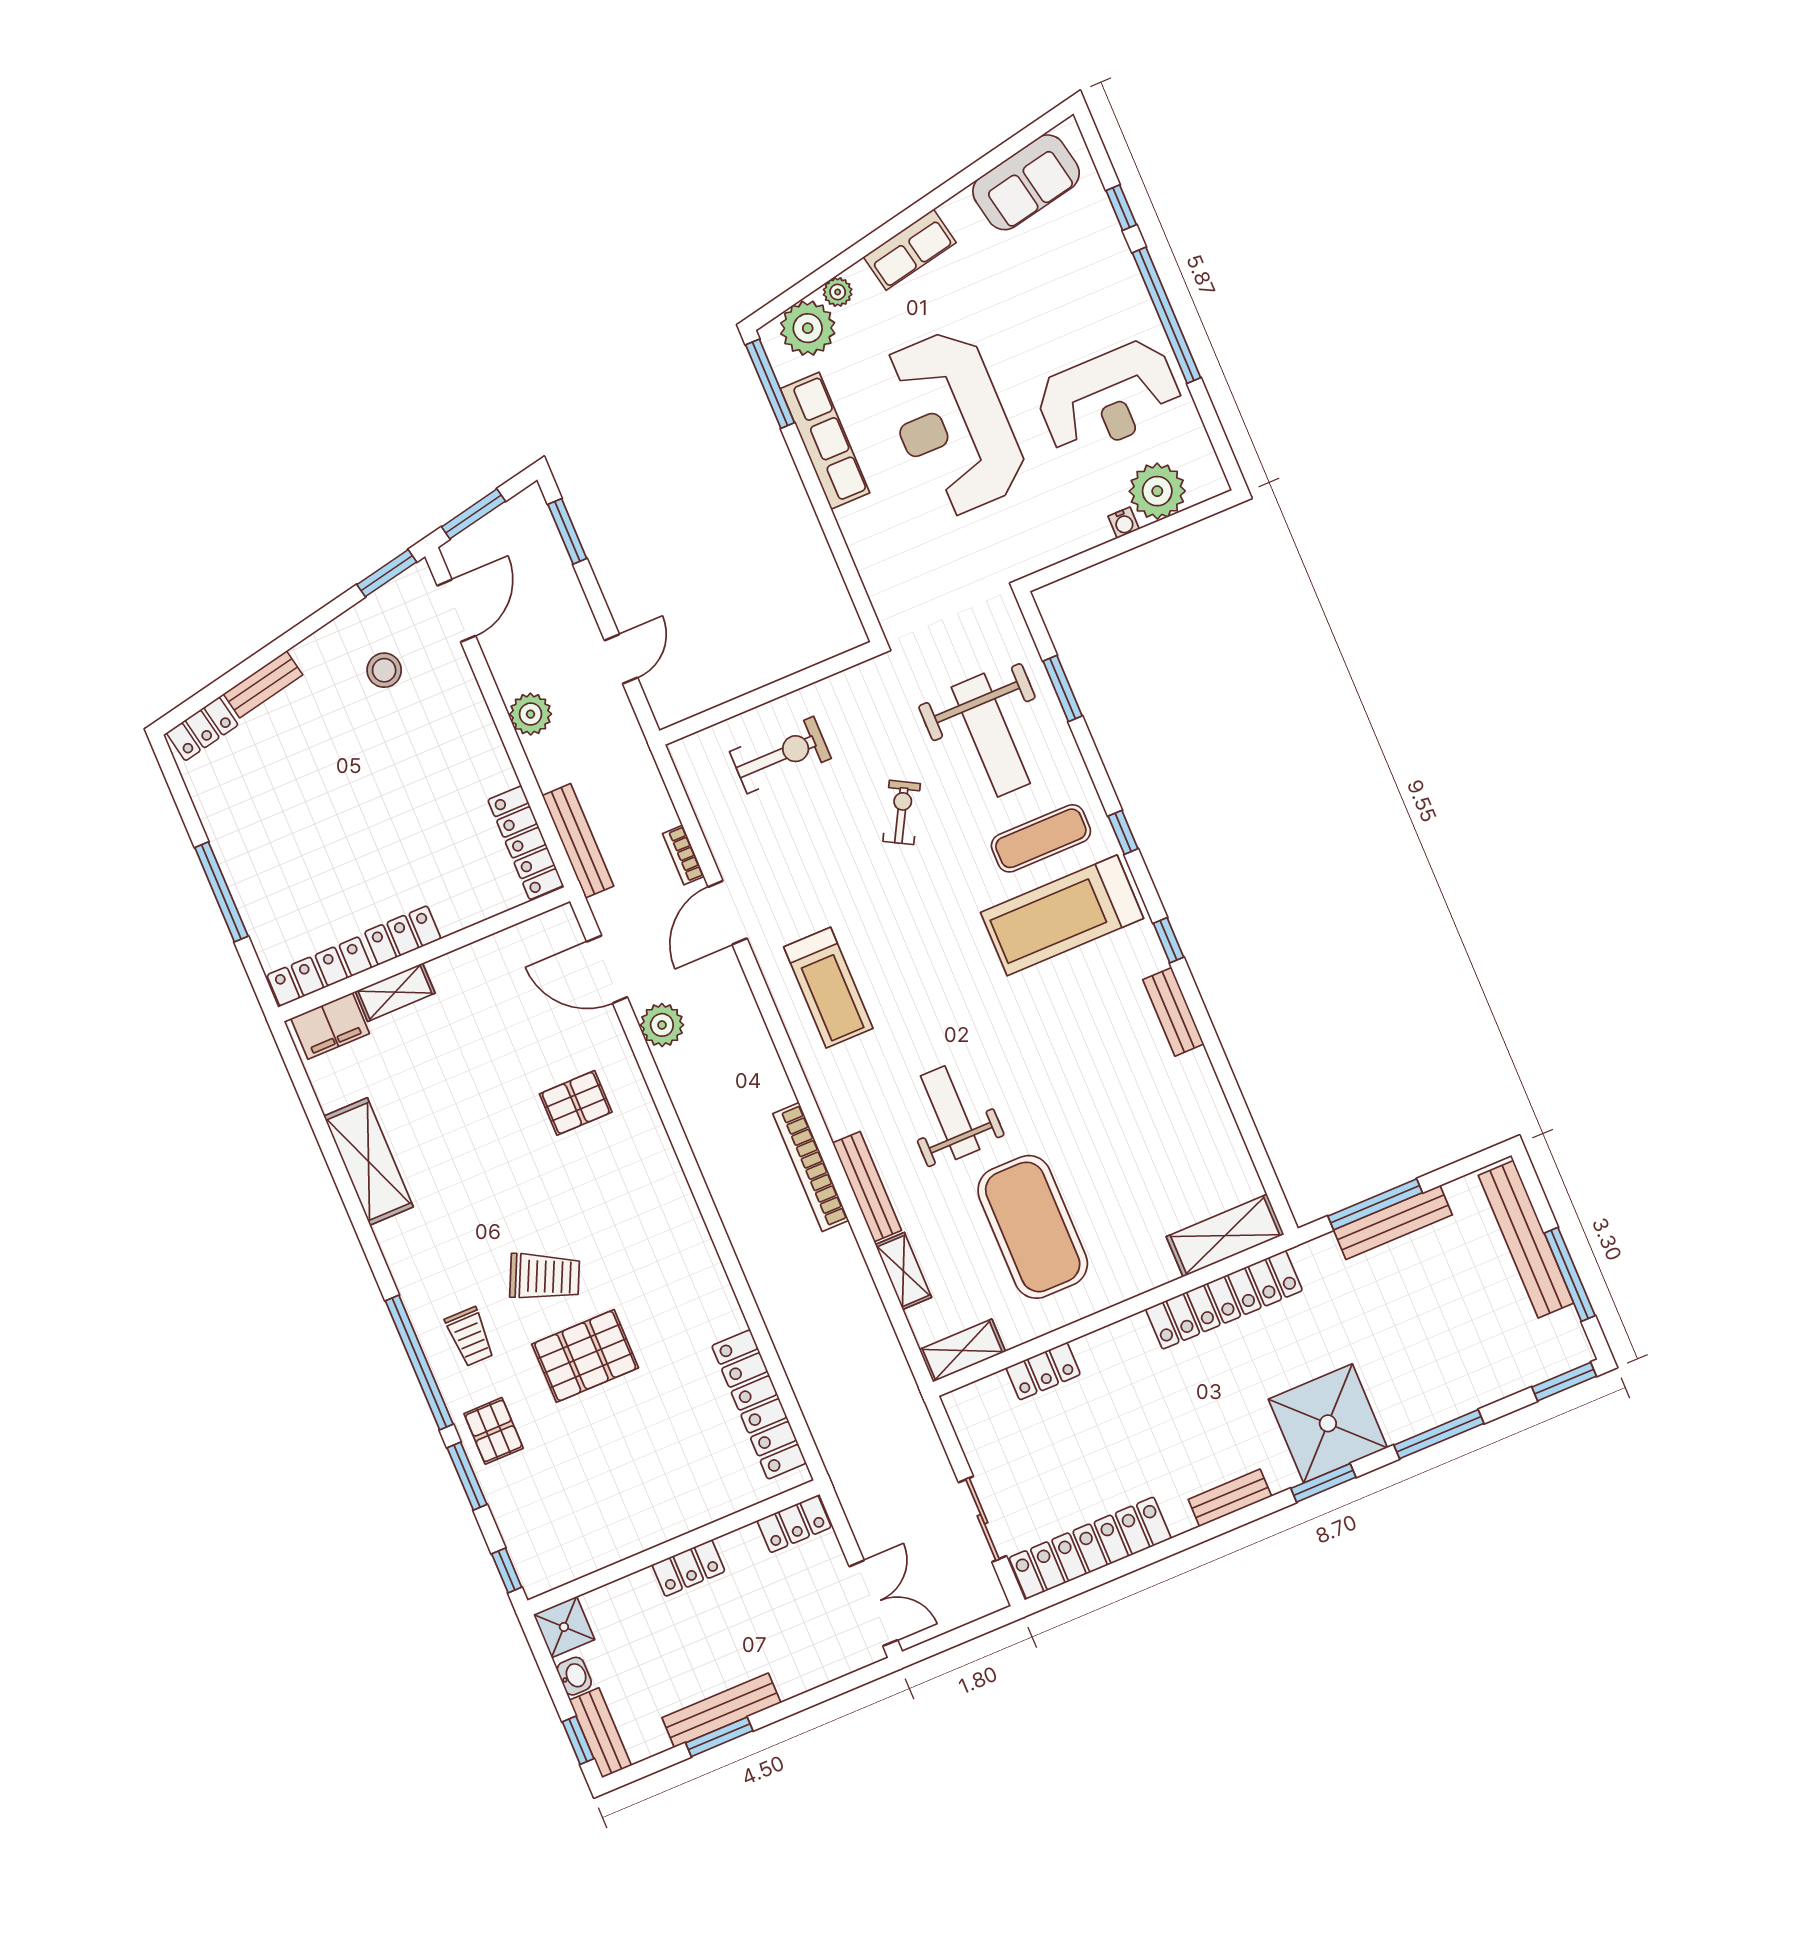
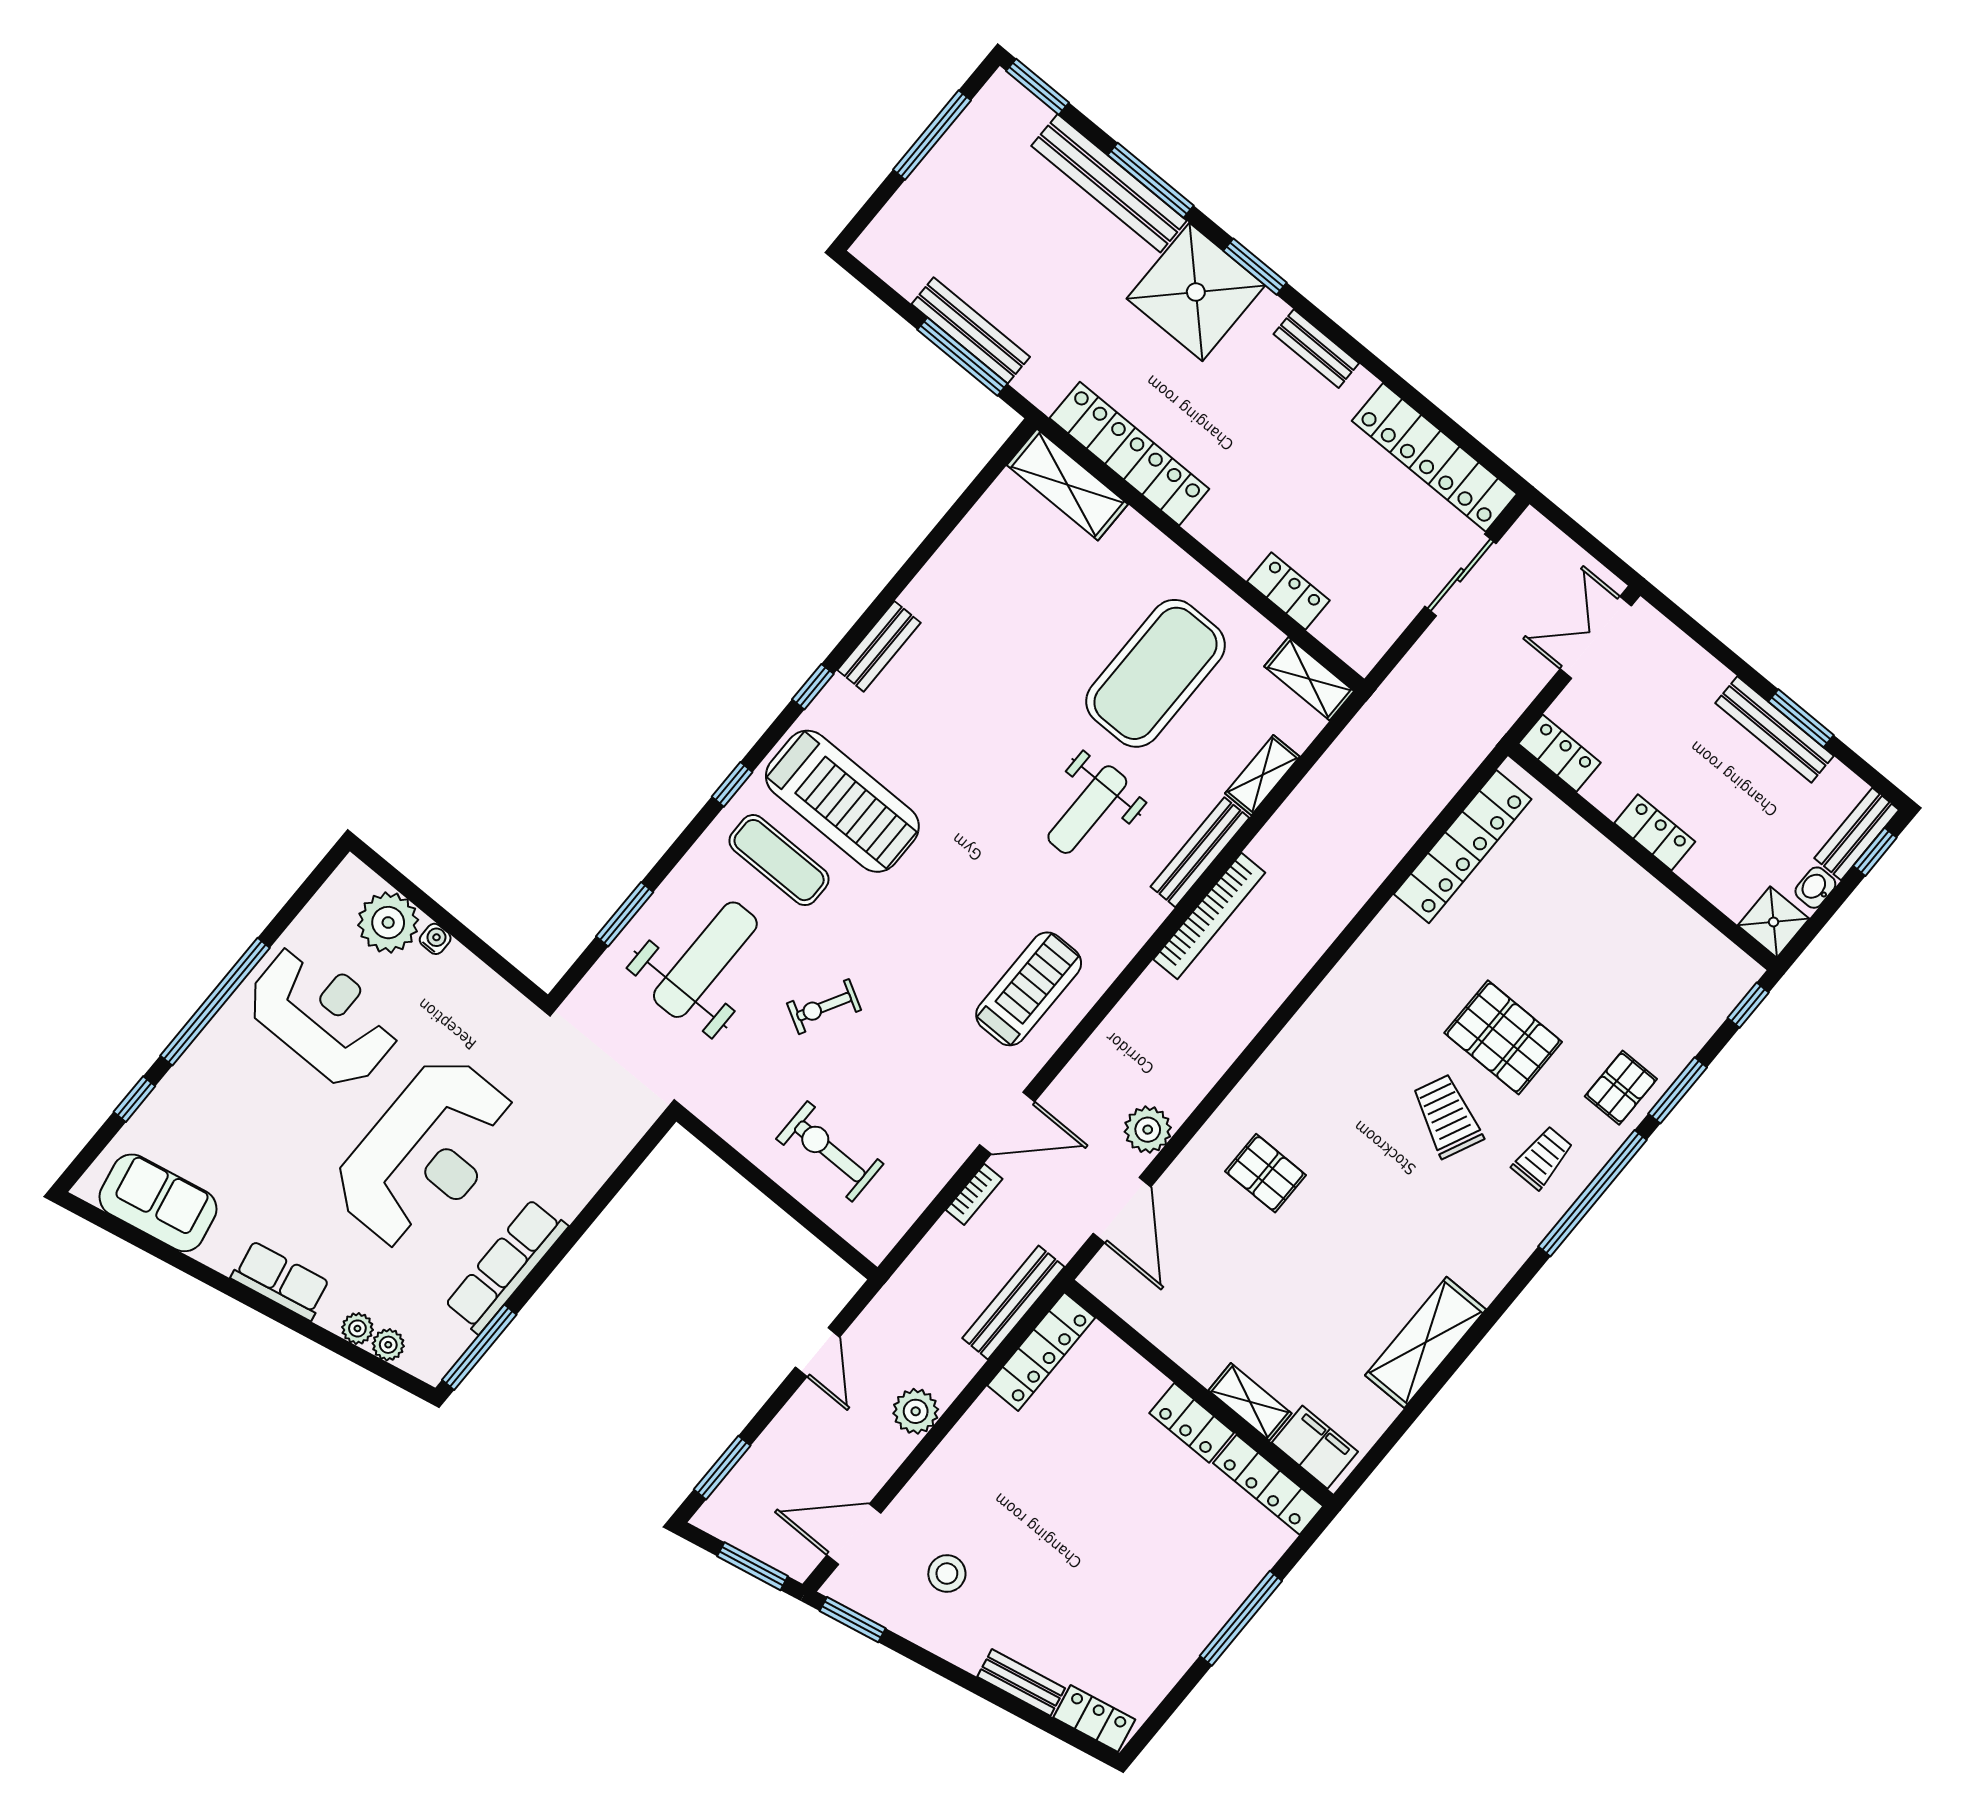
plant: (808, 328) -> (388, 1345), width x0.53, depth x0.53
door: (621, 659) -> (818, 1352), swing flipped
bench: (1526, 1239) -> (1109, 183), moved, turned 90

